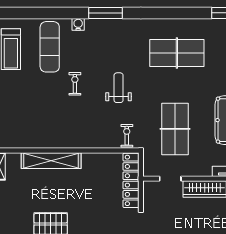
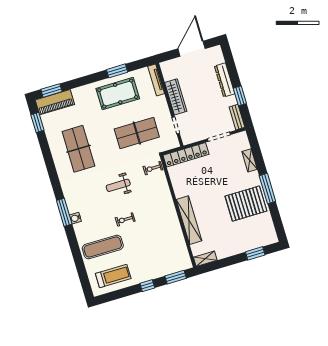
water cooler: (78, 24) -> (75, 218), moved

